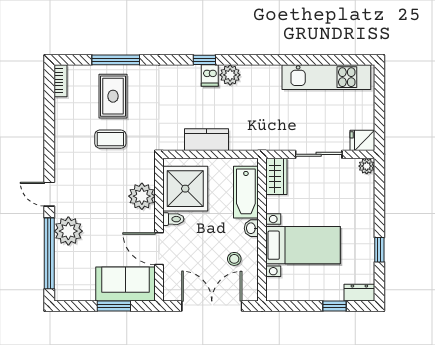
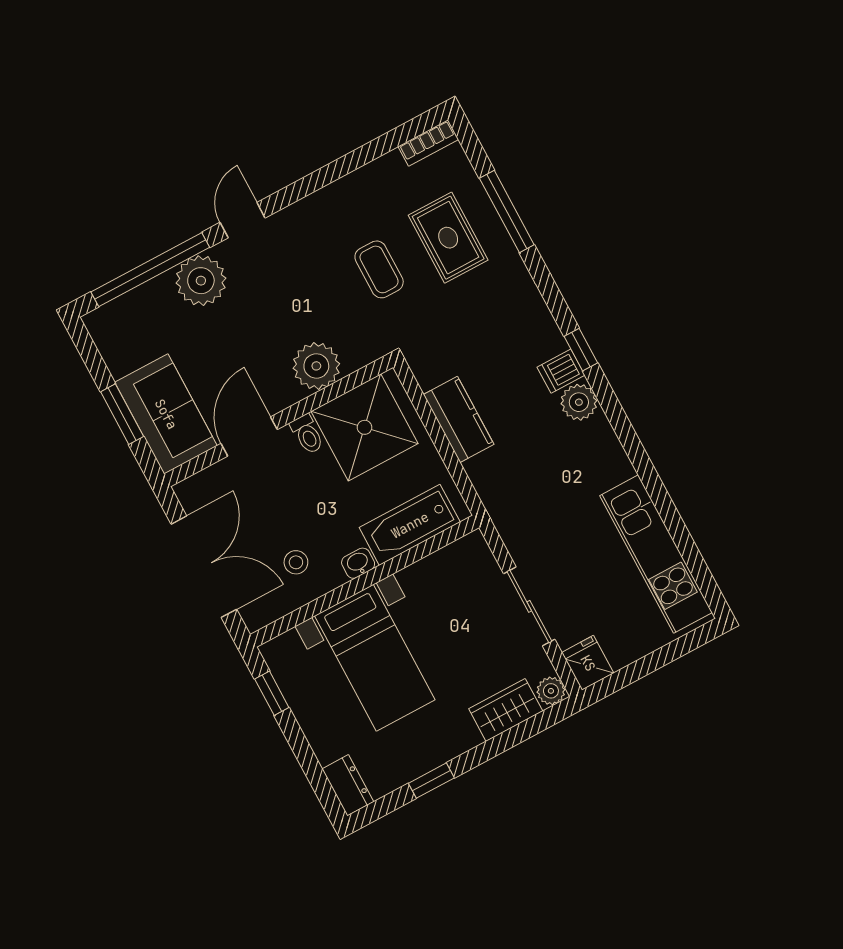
rug: (113, 96) -> (448, 238), turned 90
wardrobe: (276, 176) -> (506, 710), moved, turned 180
window: (335, 306) -> (272, 693), moved

